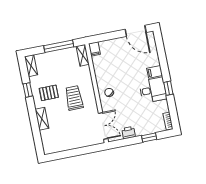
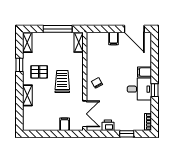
filing cabinet: (94, 49) -> (114, 39), moved
filing cabinet: (85, 140) -> (65, 124), added

